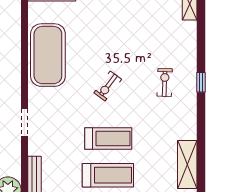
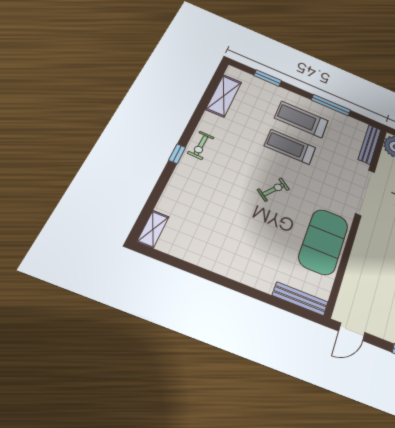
exercise bike: (165, 82) -> (201, 145), moved
doorway: (24, 123) -> (365, 193), width x1.87

